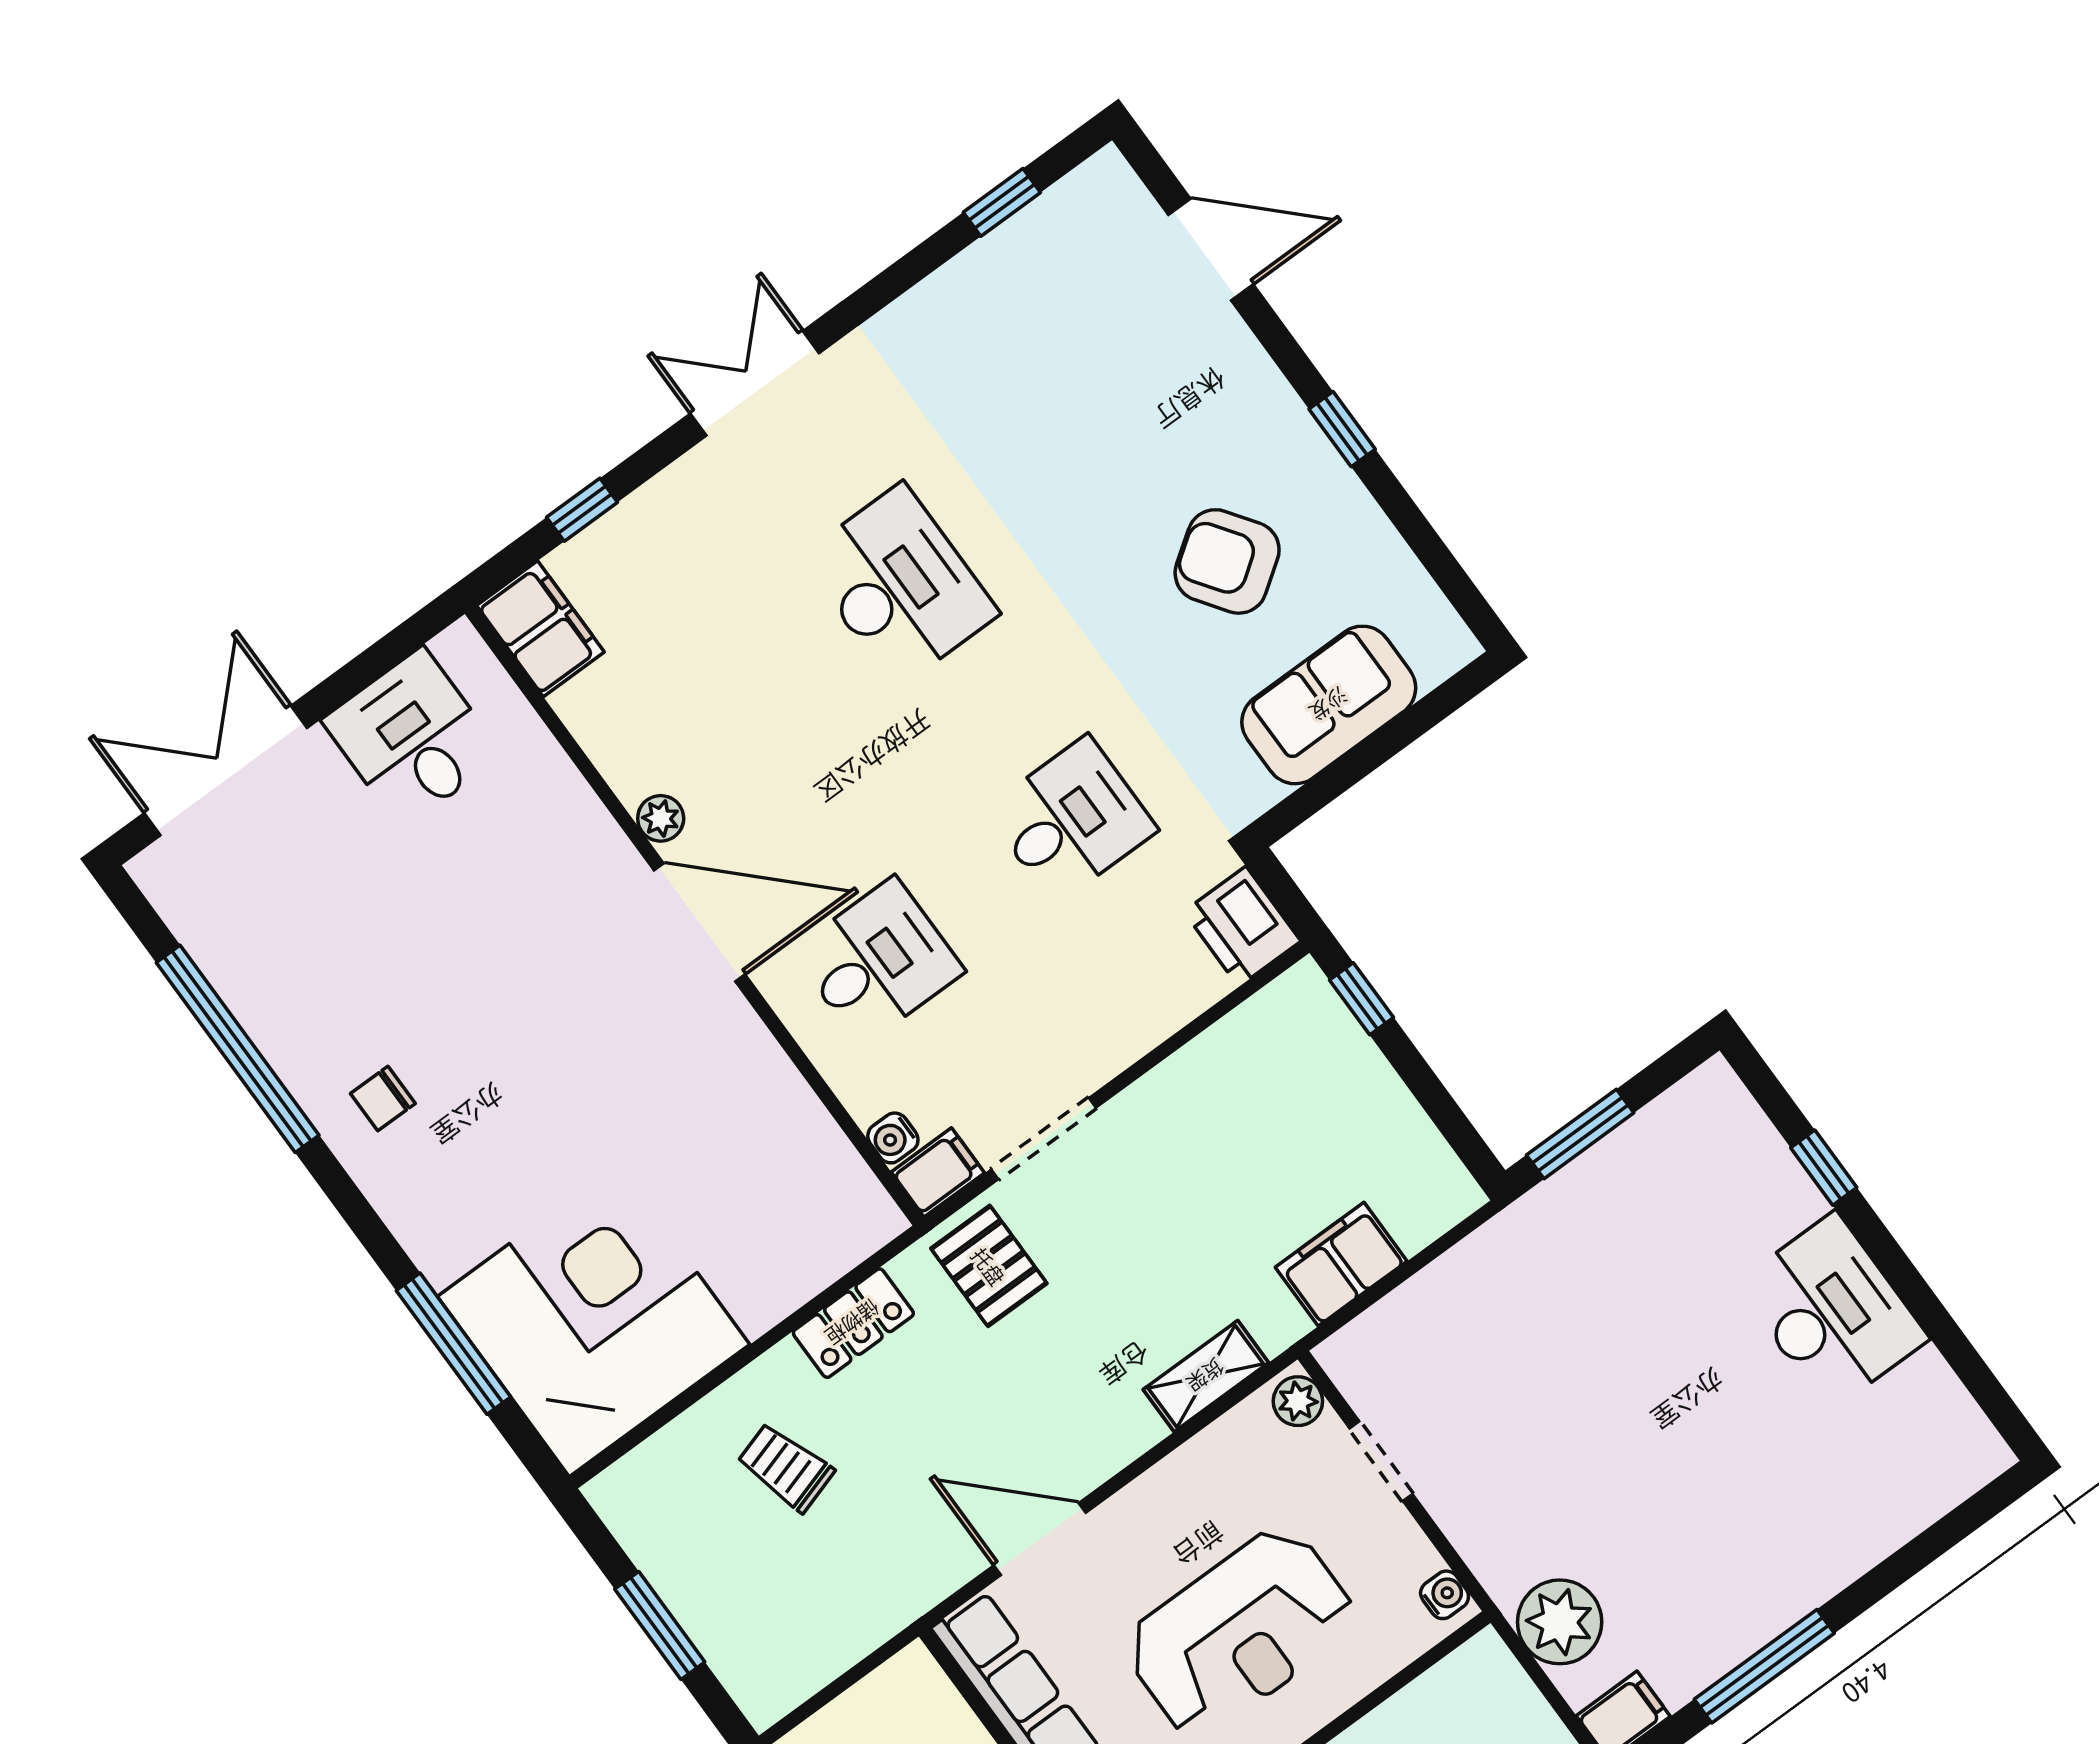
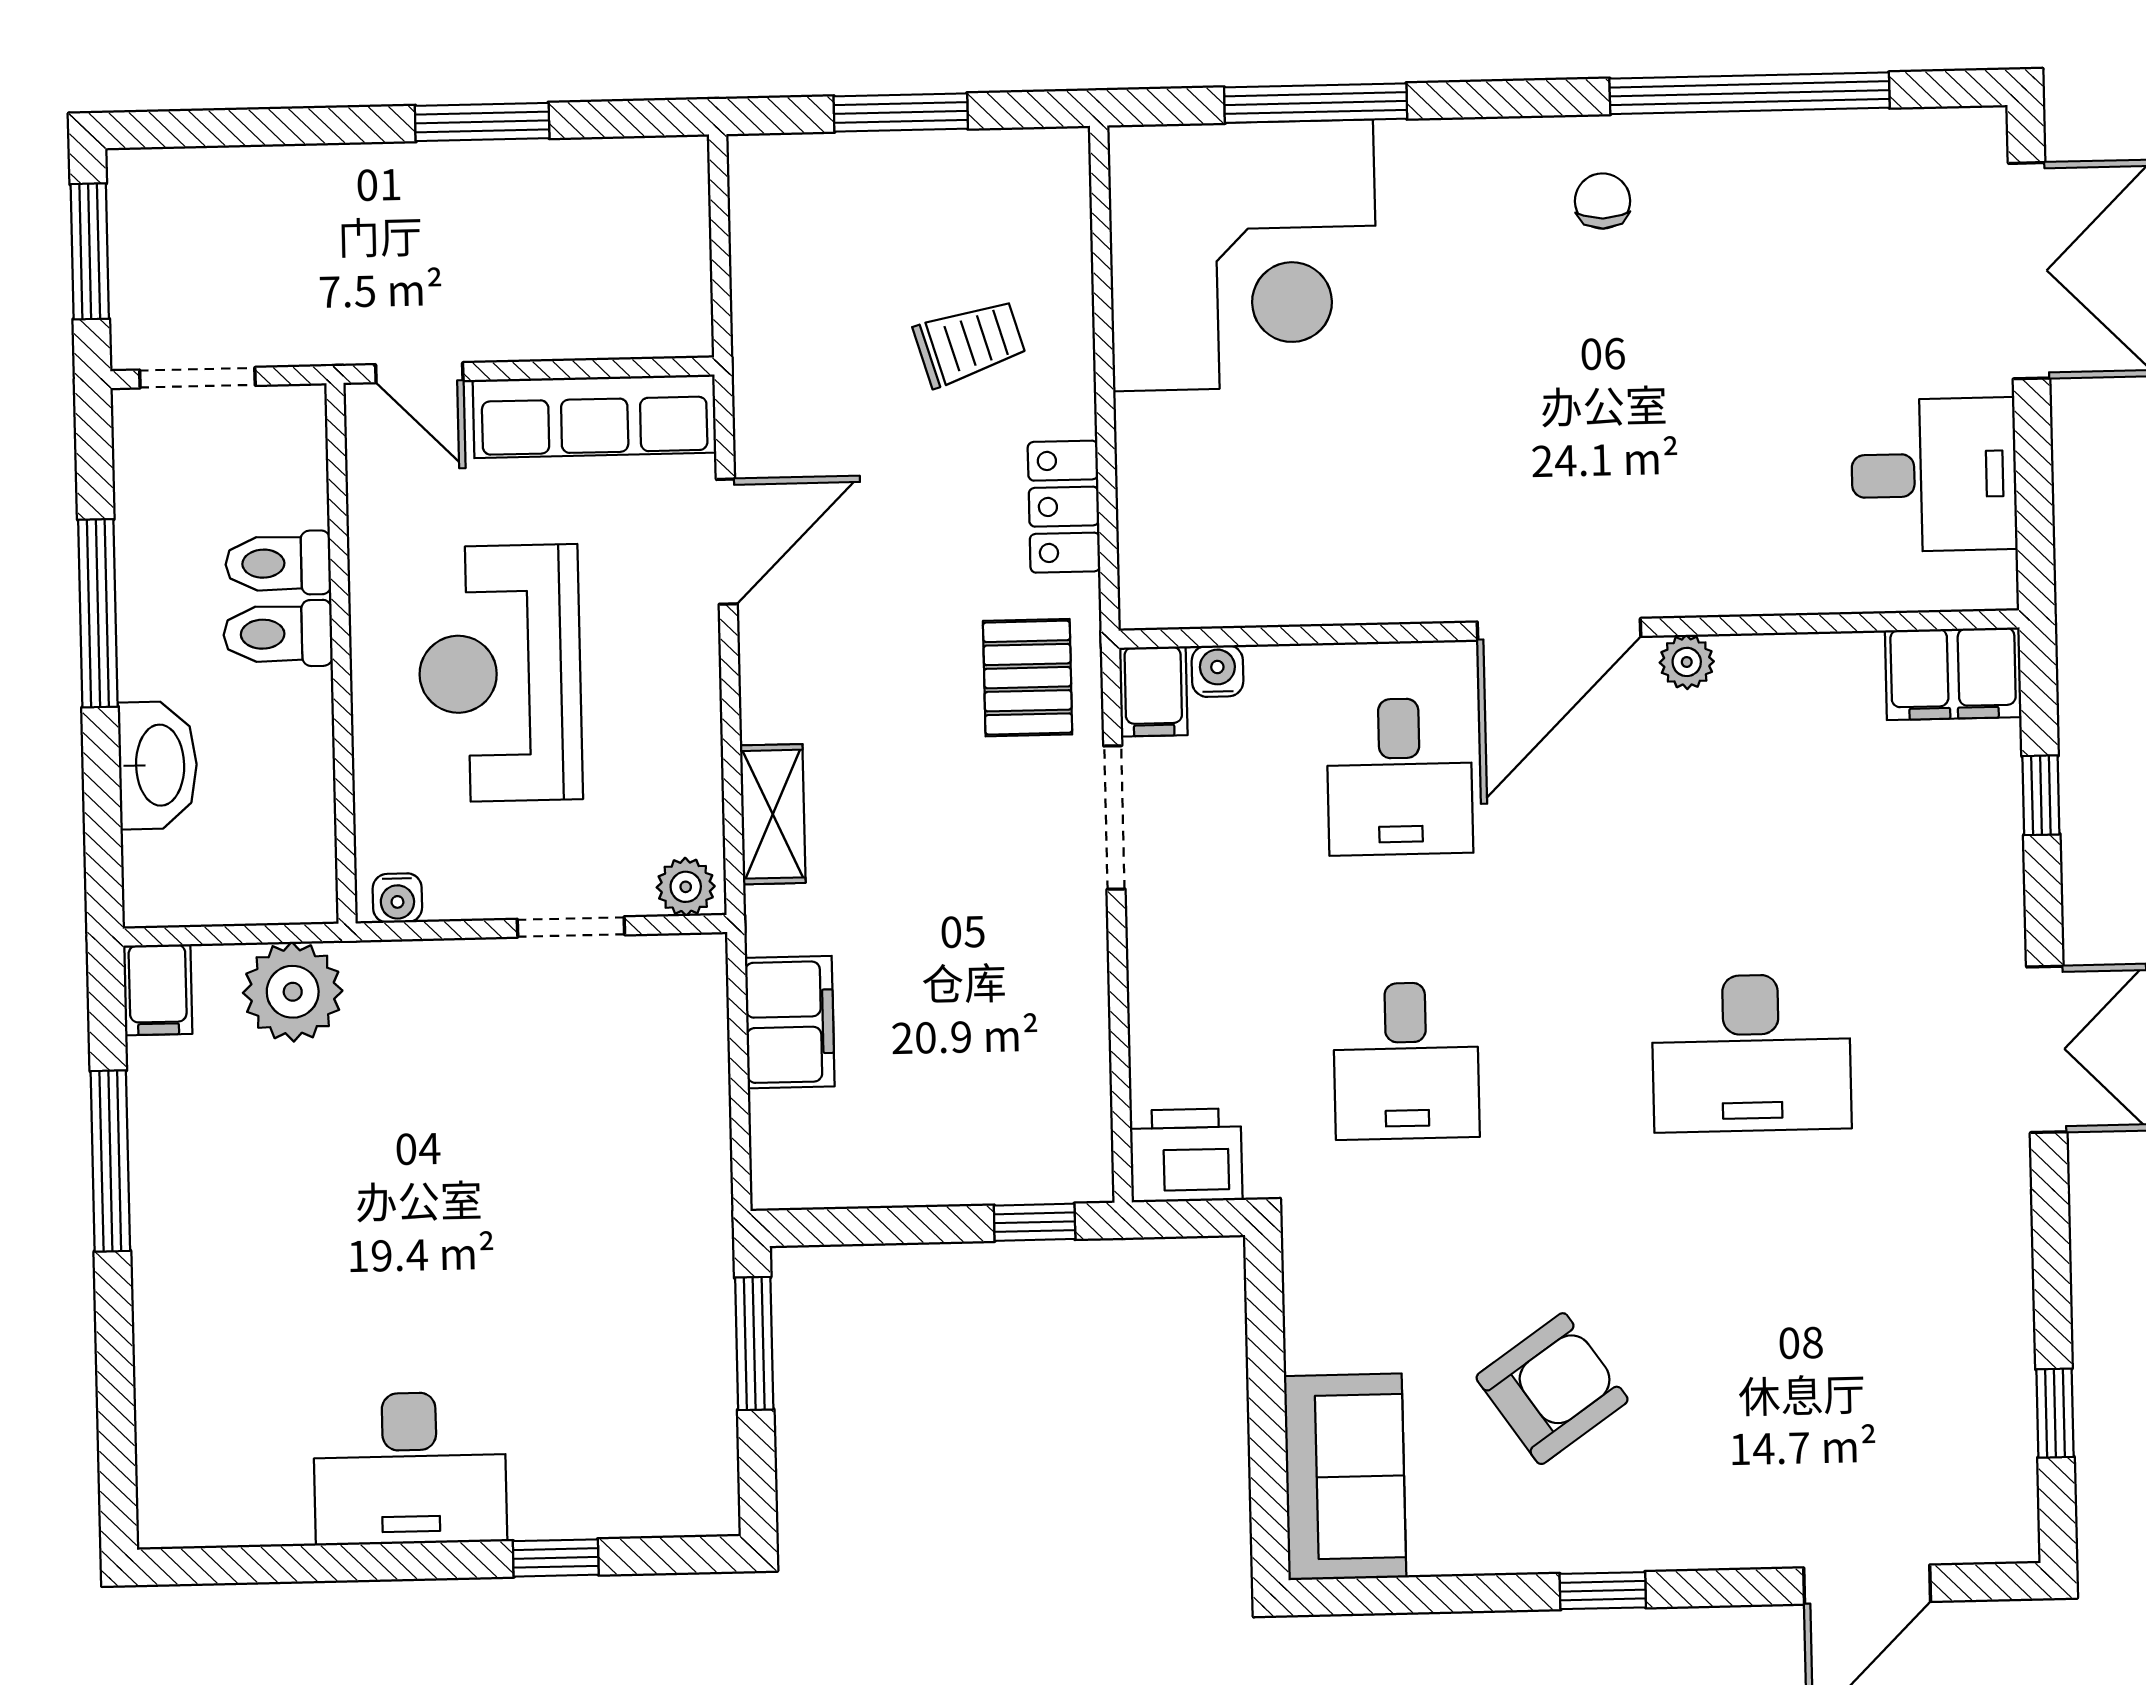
sofa: (1329, 705) -> (1345, 1477), moved
pallet: (989, 1266) -> (1028, 678), turned 90

